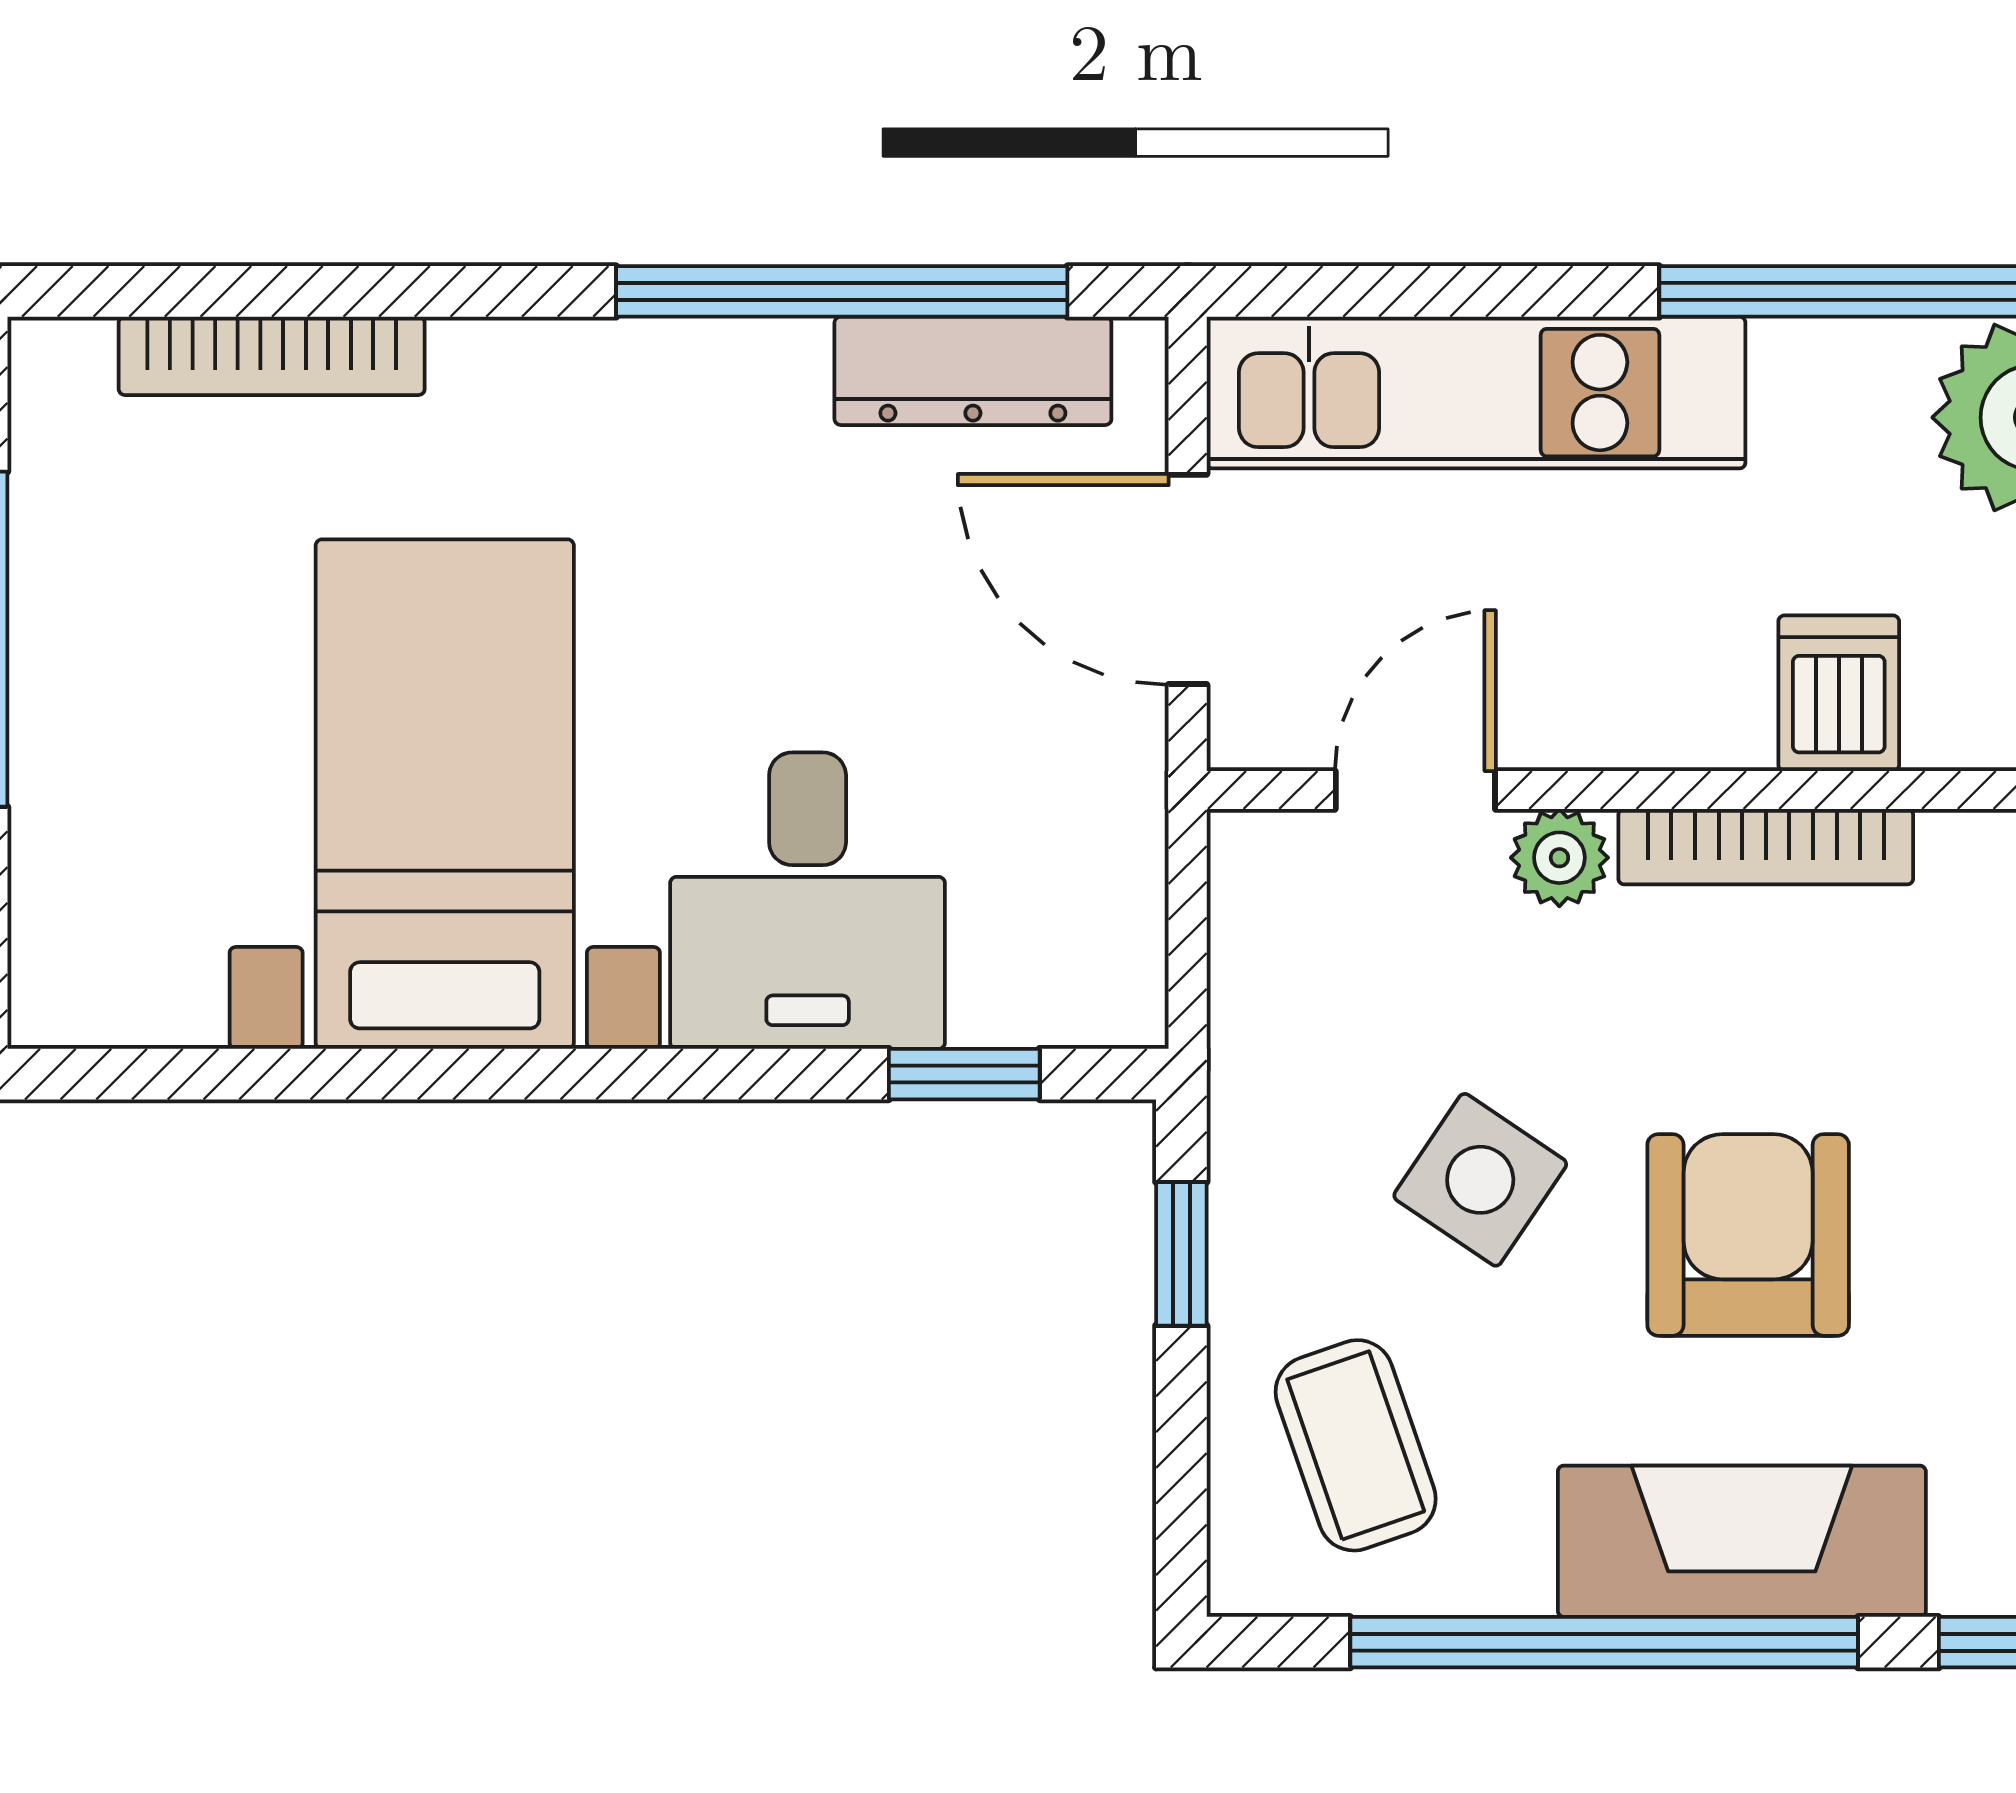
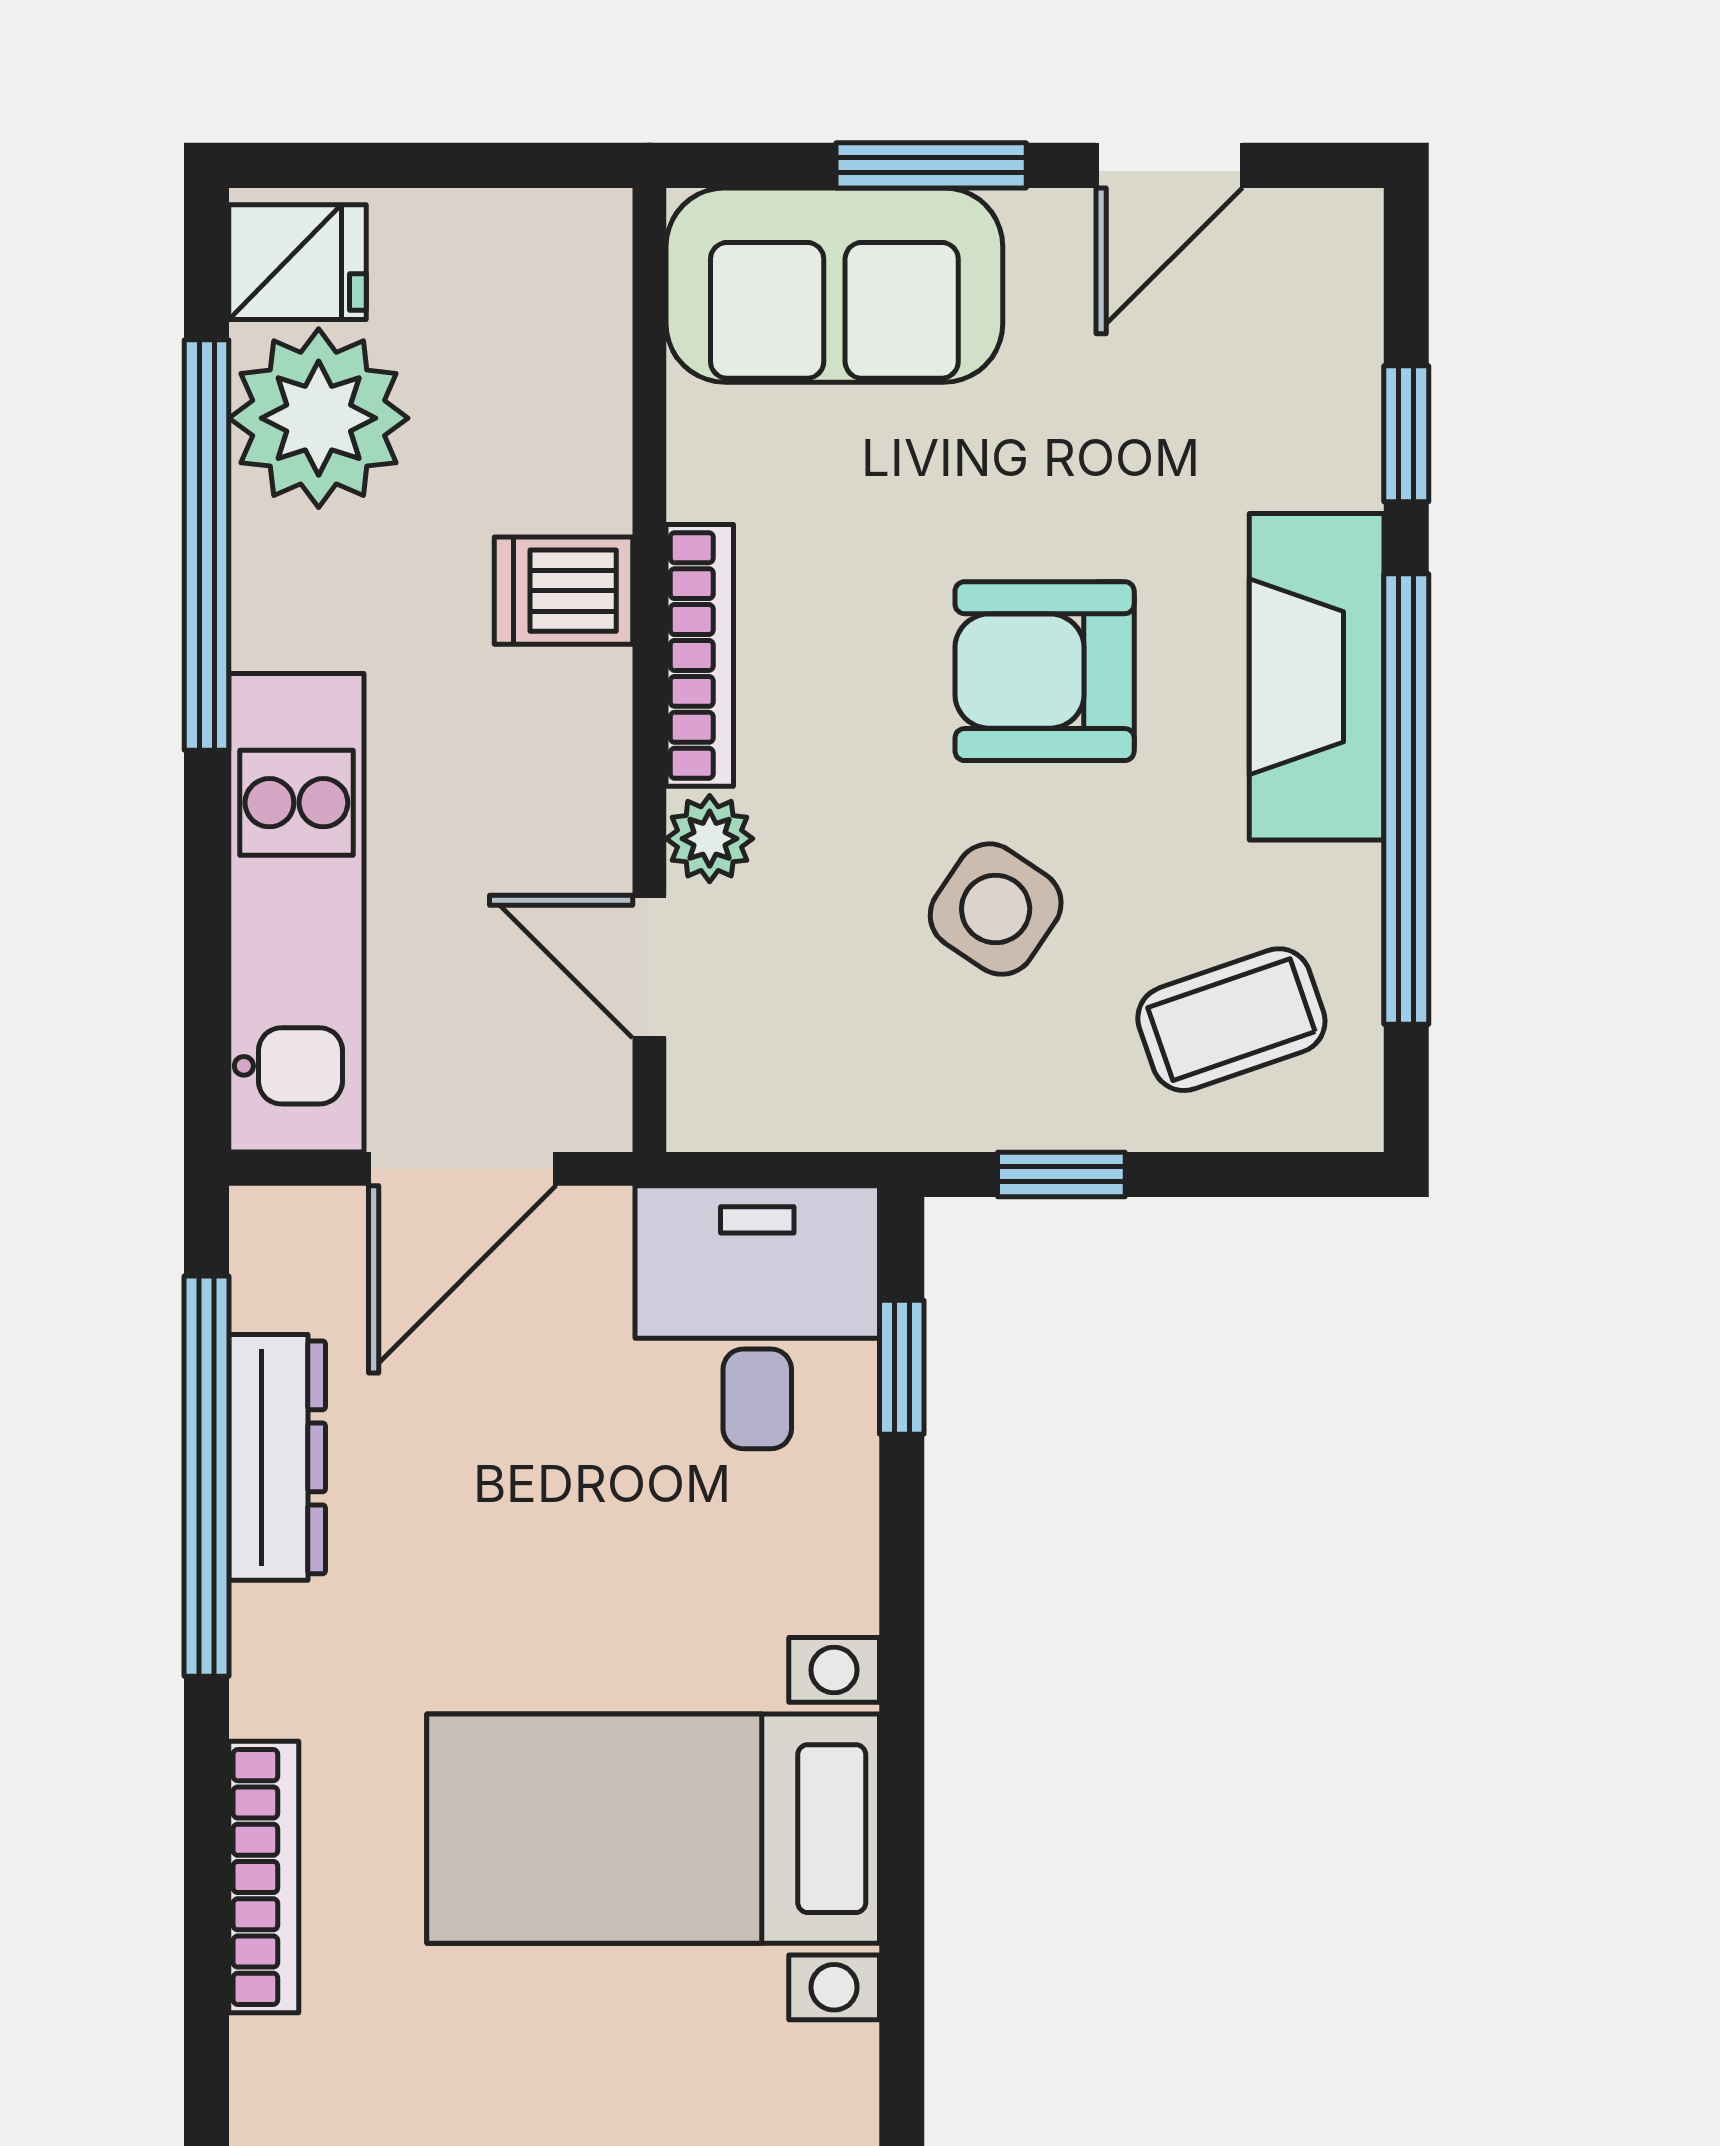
bookcase: (272, 356) -> (264, 1877), moved
dresser: (973, 371) -> (277, 1457), moved
desk: (808, 901) -> (757, 1317), moved, turned -90

